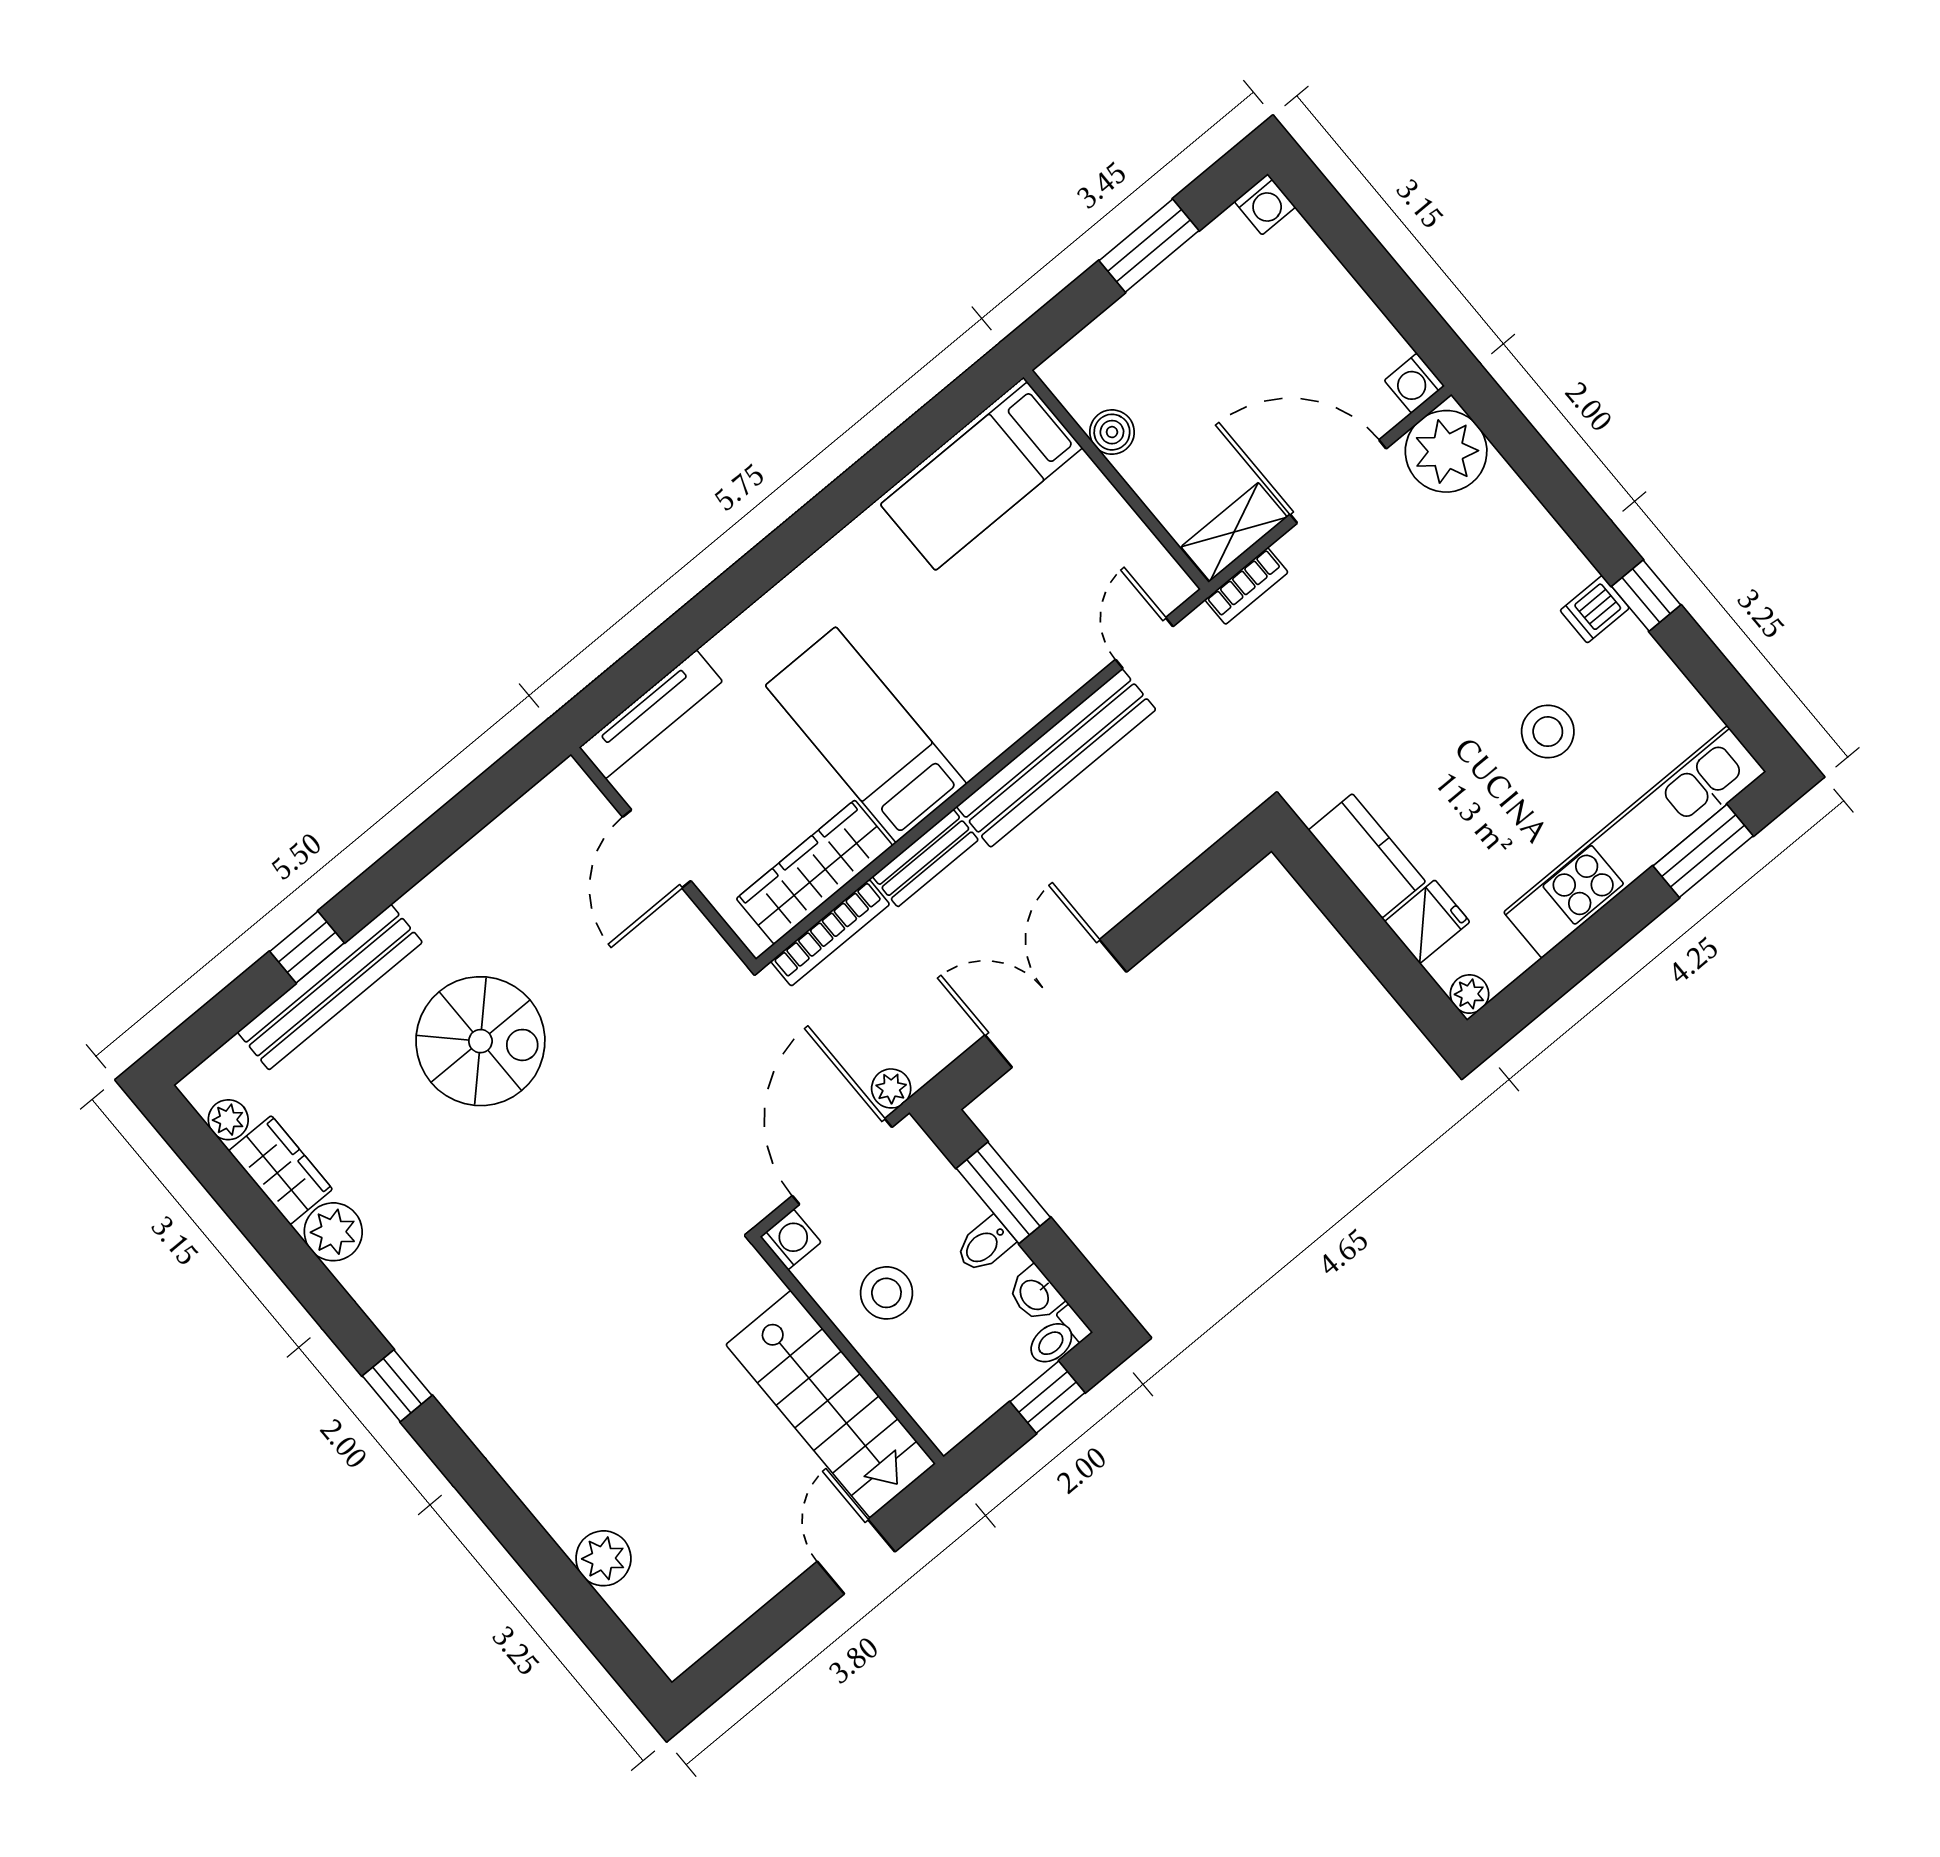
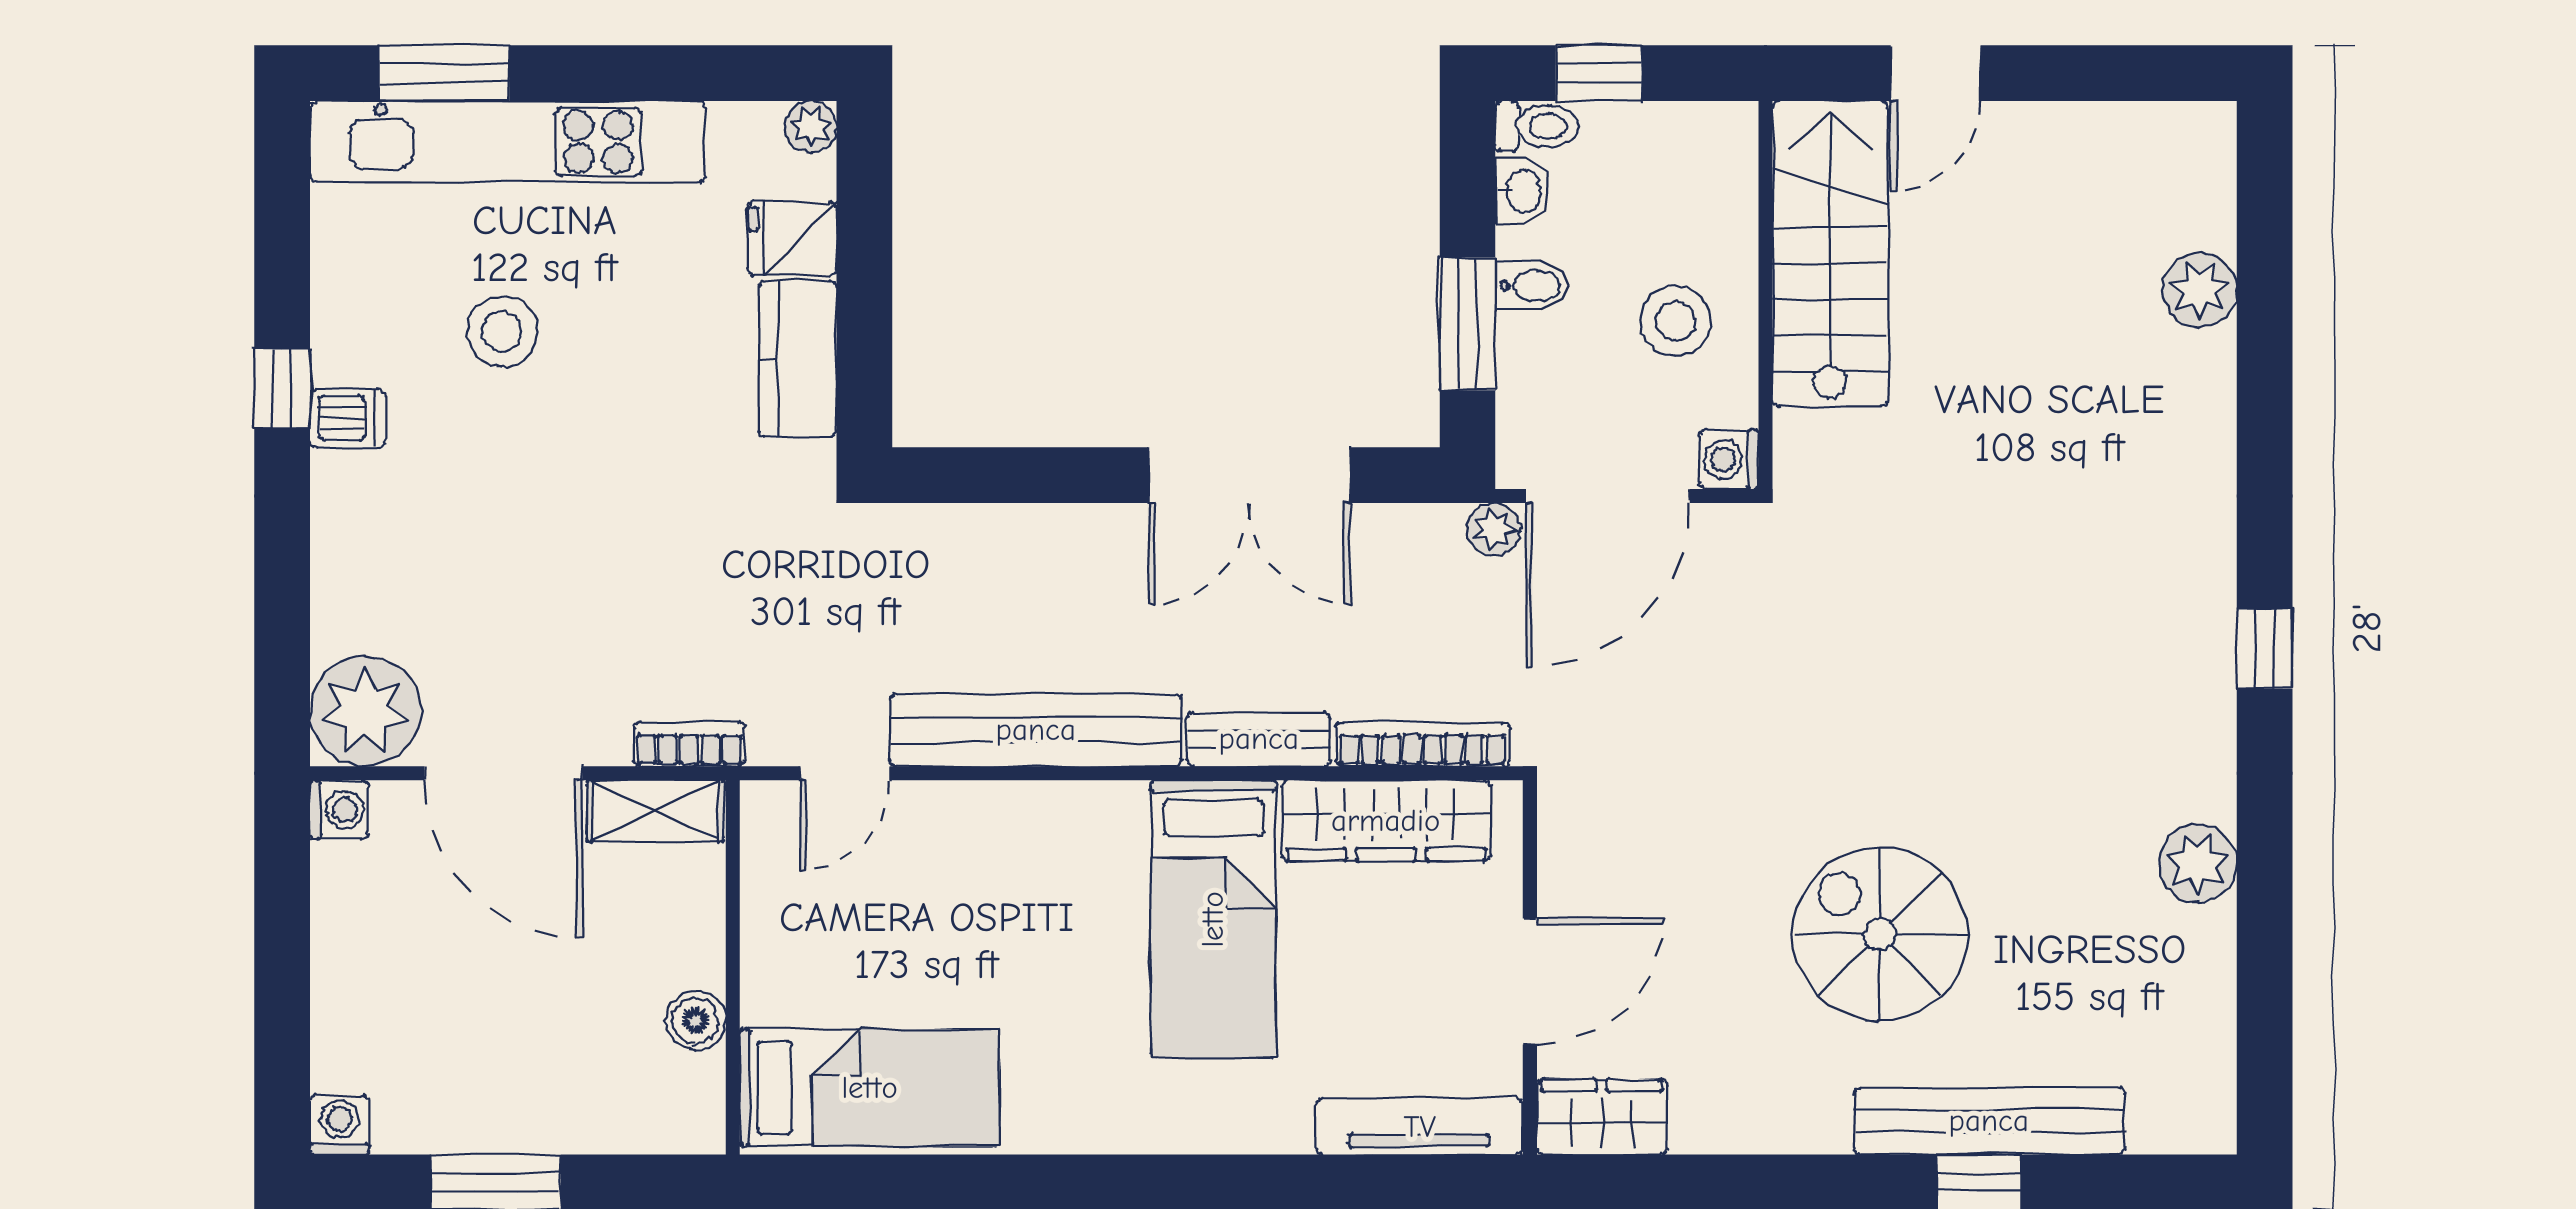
plant: (228, 1120) -> (2210, 1071), removed
wardrobe: (281, 1170) -> (1602, 1117), moved, turned 90

